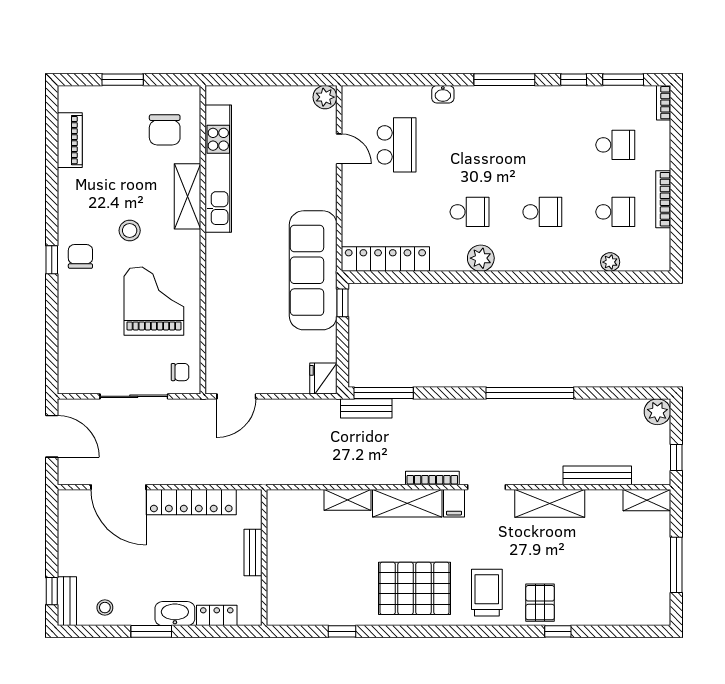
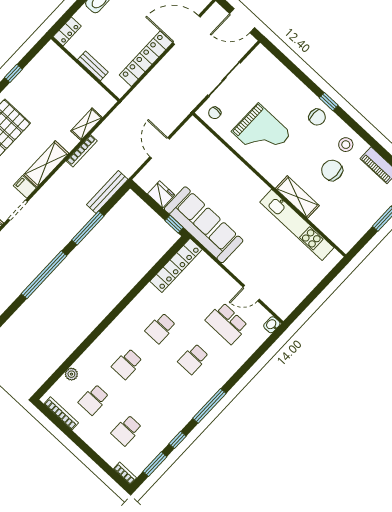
washbasin: (443, 94) -> (272, 325), moved
plant: (325, 97) -> (283, 310), removed
chair: (165, 130) -> (332, 170), moved
school desk: (470, 145) -> (193, 359), added
bookcase: (663, 199) -> (61, 413), moved
stool: (130, 231) -> (346, 145), moved
plant: (481, 258) -> (133, 312), removed
fridge: (323, 378) -> (161, 194), moved
window: (384, 393) -> (88, 228), moved
door: (236, 396) -> (160, 148), moved
bench: (366, 408) -> (107, 192), width x1.36
bookcase: (432, 478) -> (82, 151), moved
shelving: (347, 500) -> (87, 124), moved
locker: (217, 615) -> (67, 31), moved

